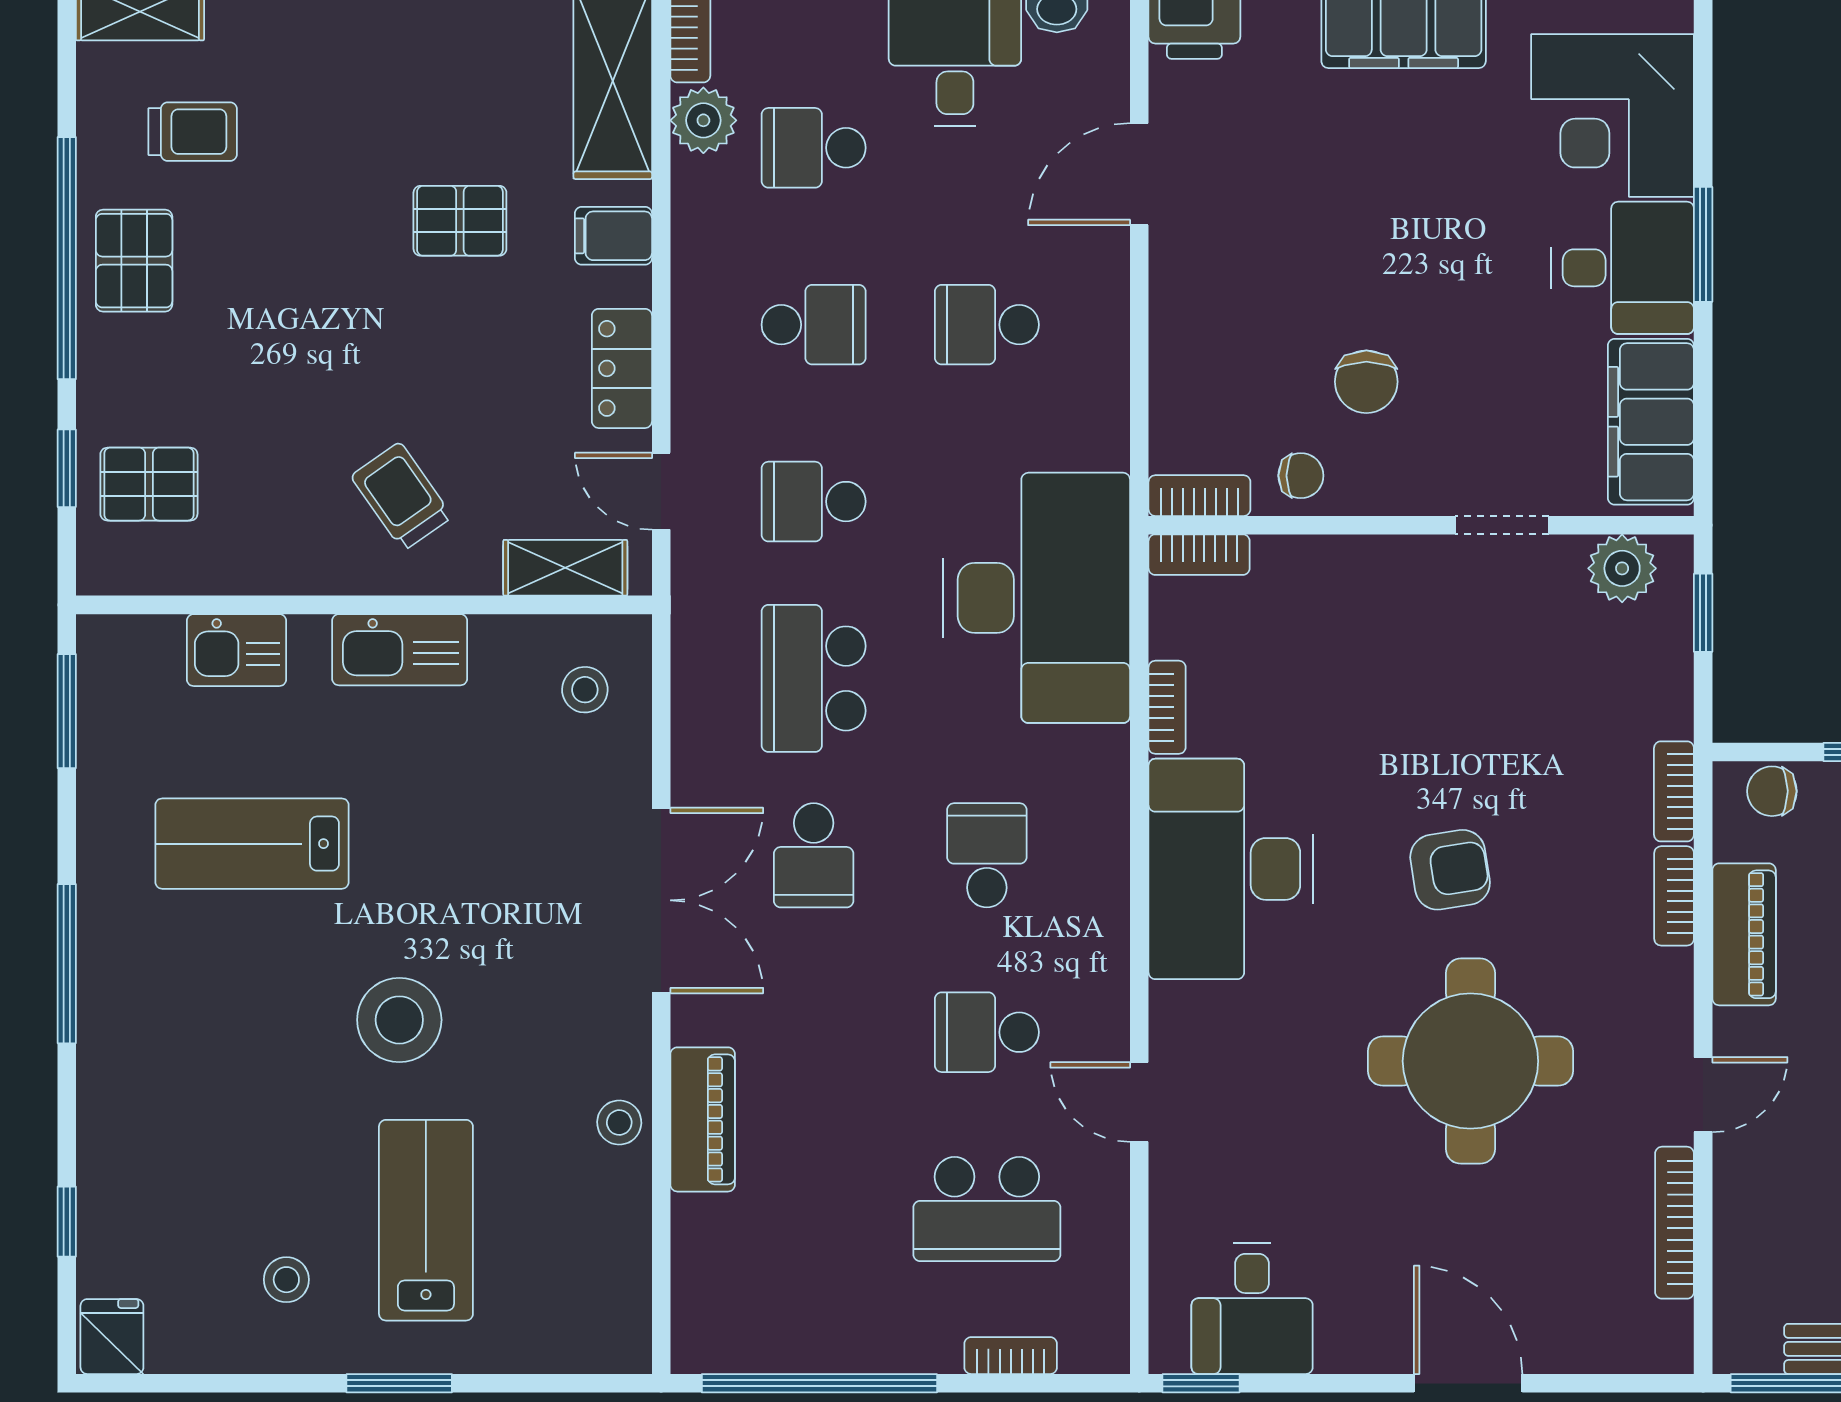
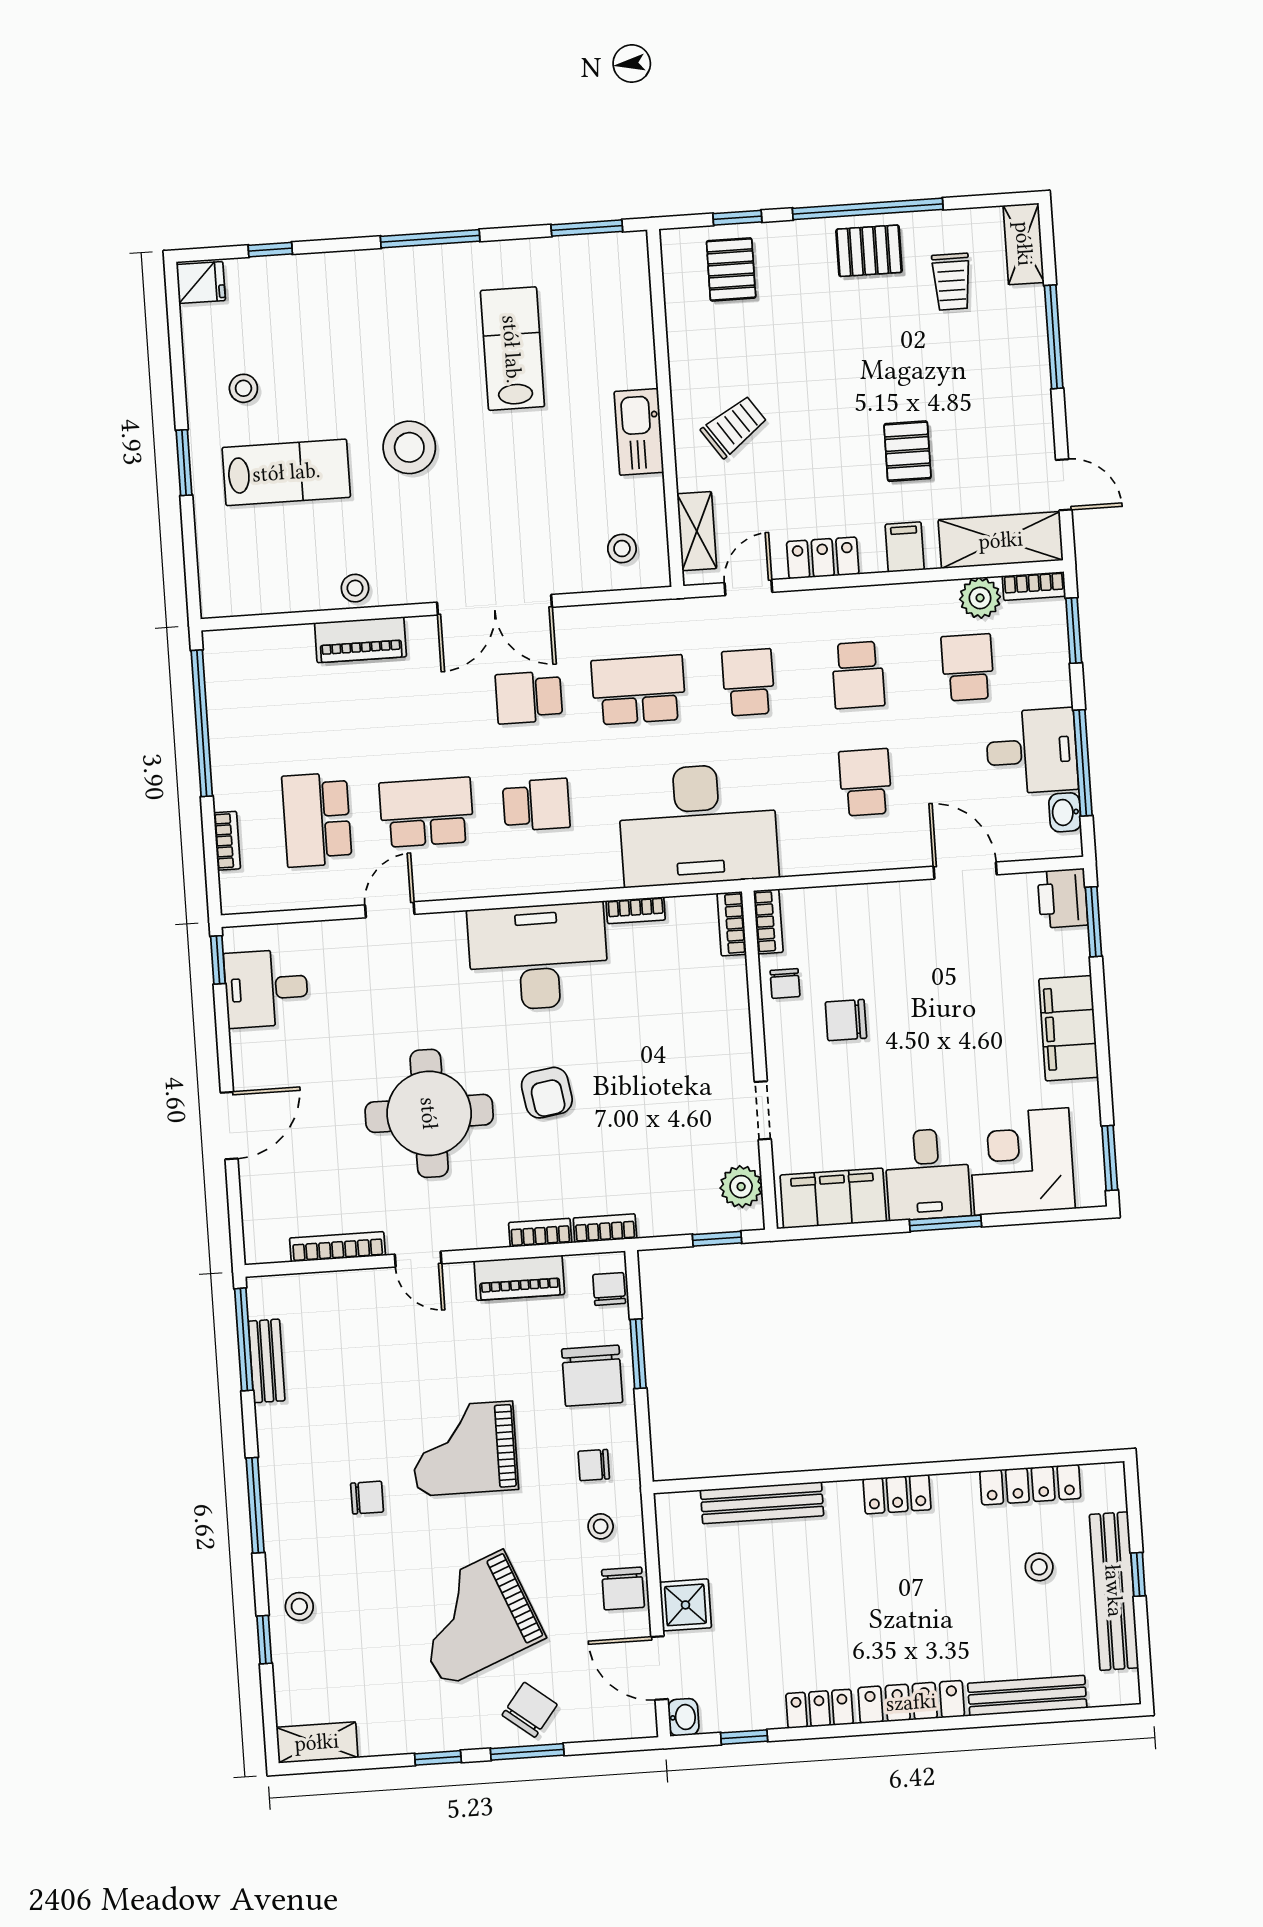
kitchen sink: (237, 650) -> (632, 331), removed
school desk: (987, 1032) -> (427, 812), width x1.85

